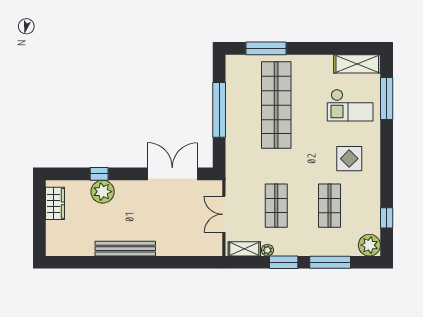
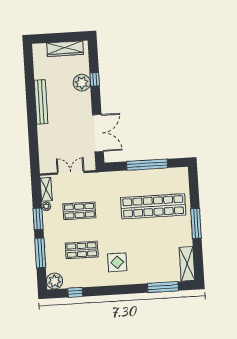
window: (266, 48) -> (196, 223), moved
checkout: (350, 105) -> (156, 261), removed
wardrobe: (55, 203) -> (65, 49), width x1.50

